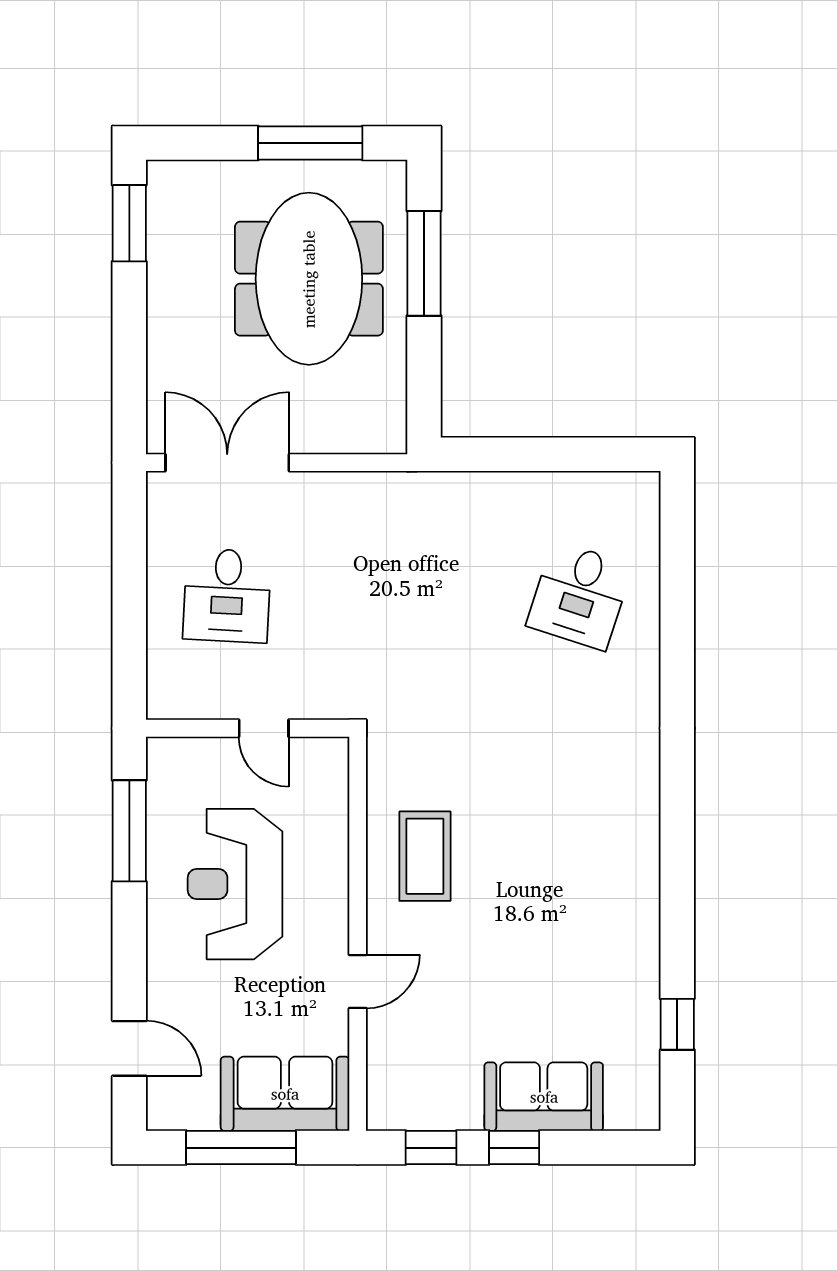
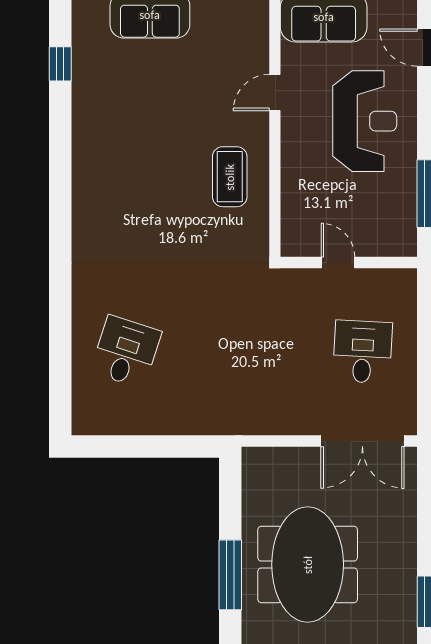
reception desk: (235, 884) -> (365, 121), moved

